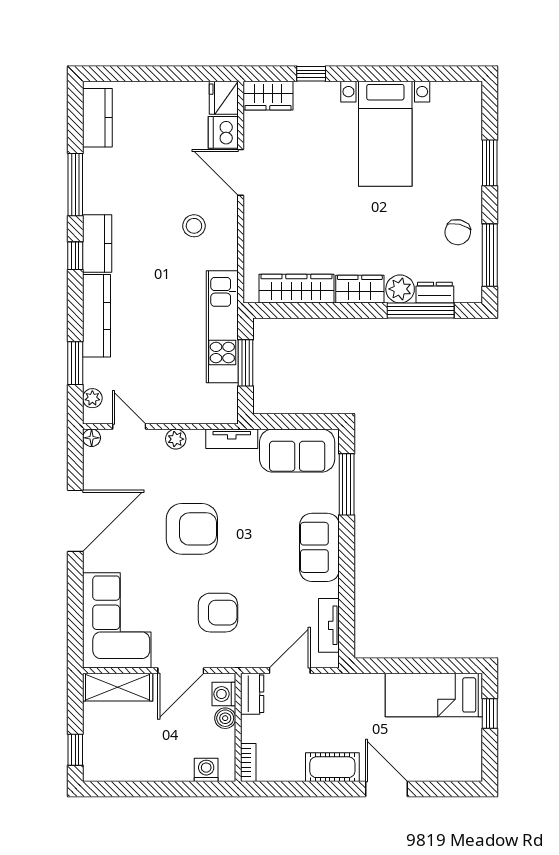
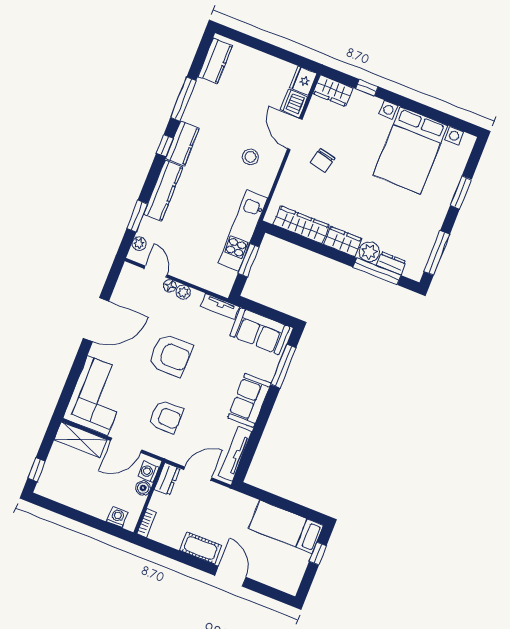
bed with nightstands: (385, 134) -> (410, 150), width x1.36
chair: (458, 232) -> (323, 160), moved
floor lamp: (92, 438) -> (170, 286), moved
tv unit: (329, 625) -> (235, 454), width x1.41

